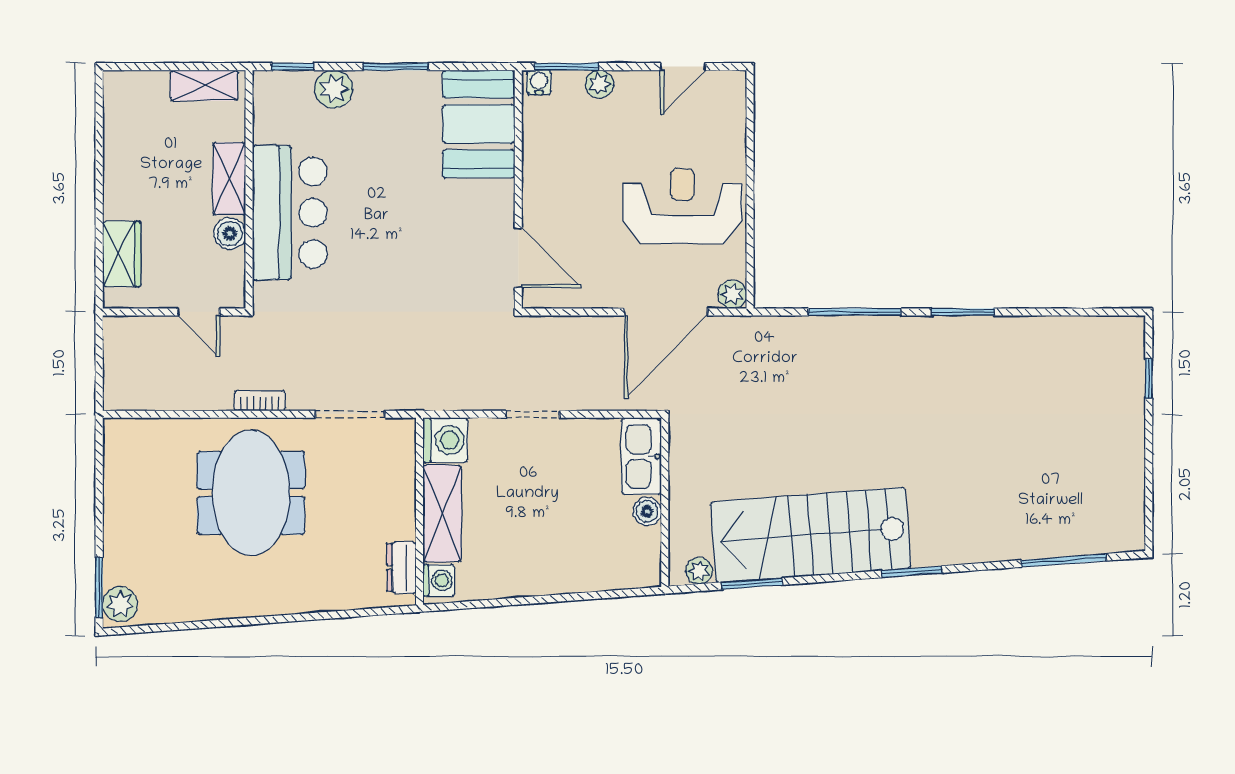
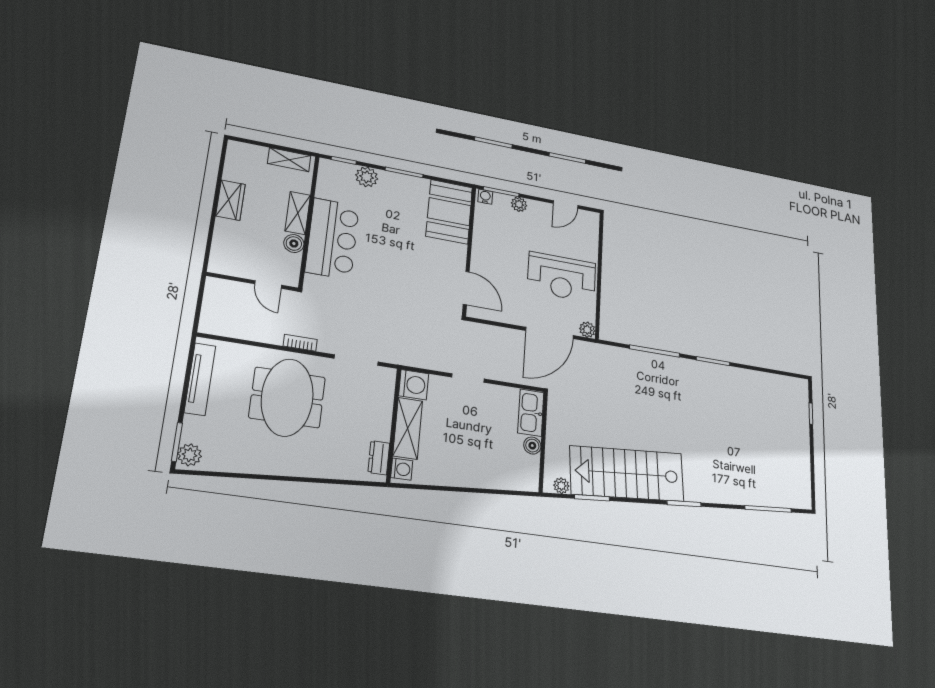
reception desk: (682, 206) -> (562, 277), turned 180
wardrobe: (122, 254) -> (231, 200), moved
tv unit: (118, 485) -> (200, 379), added

